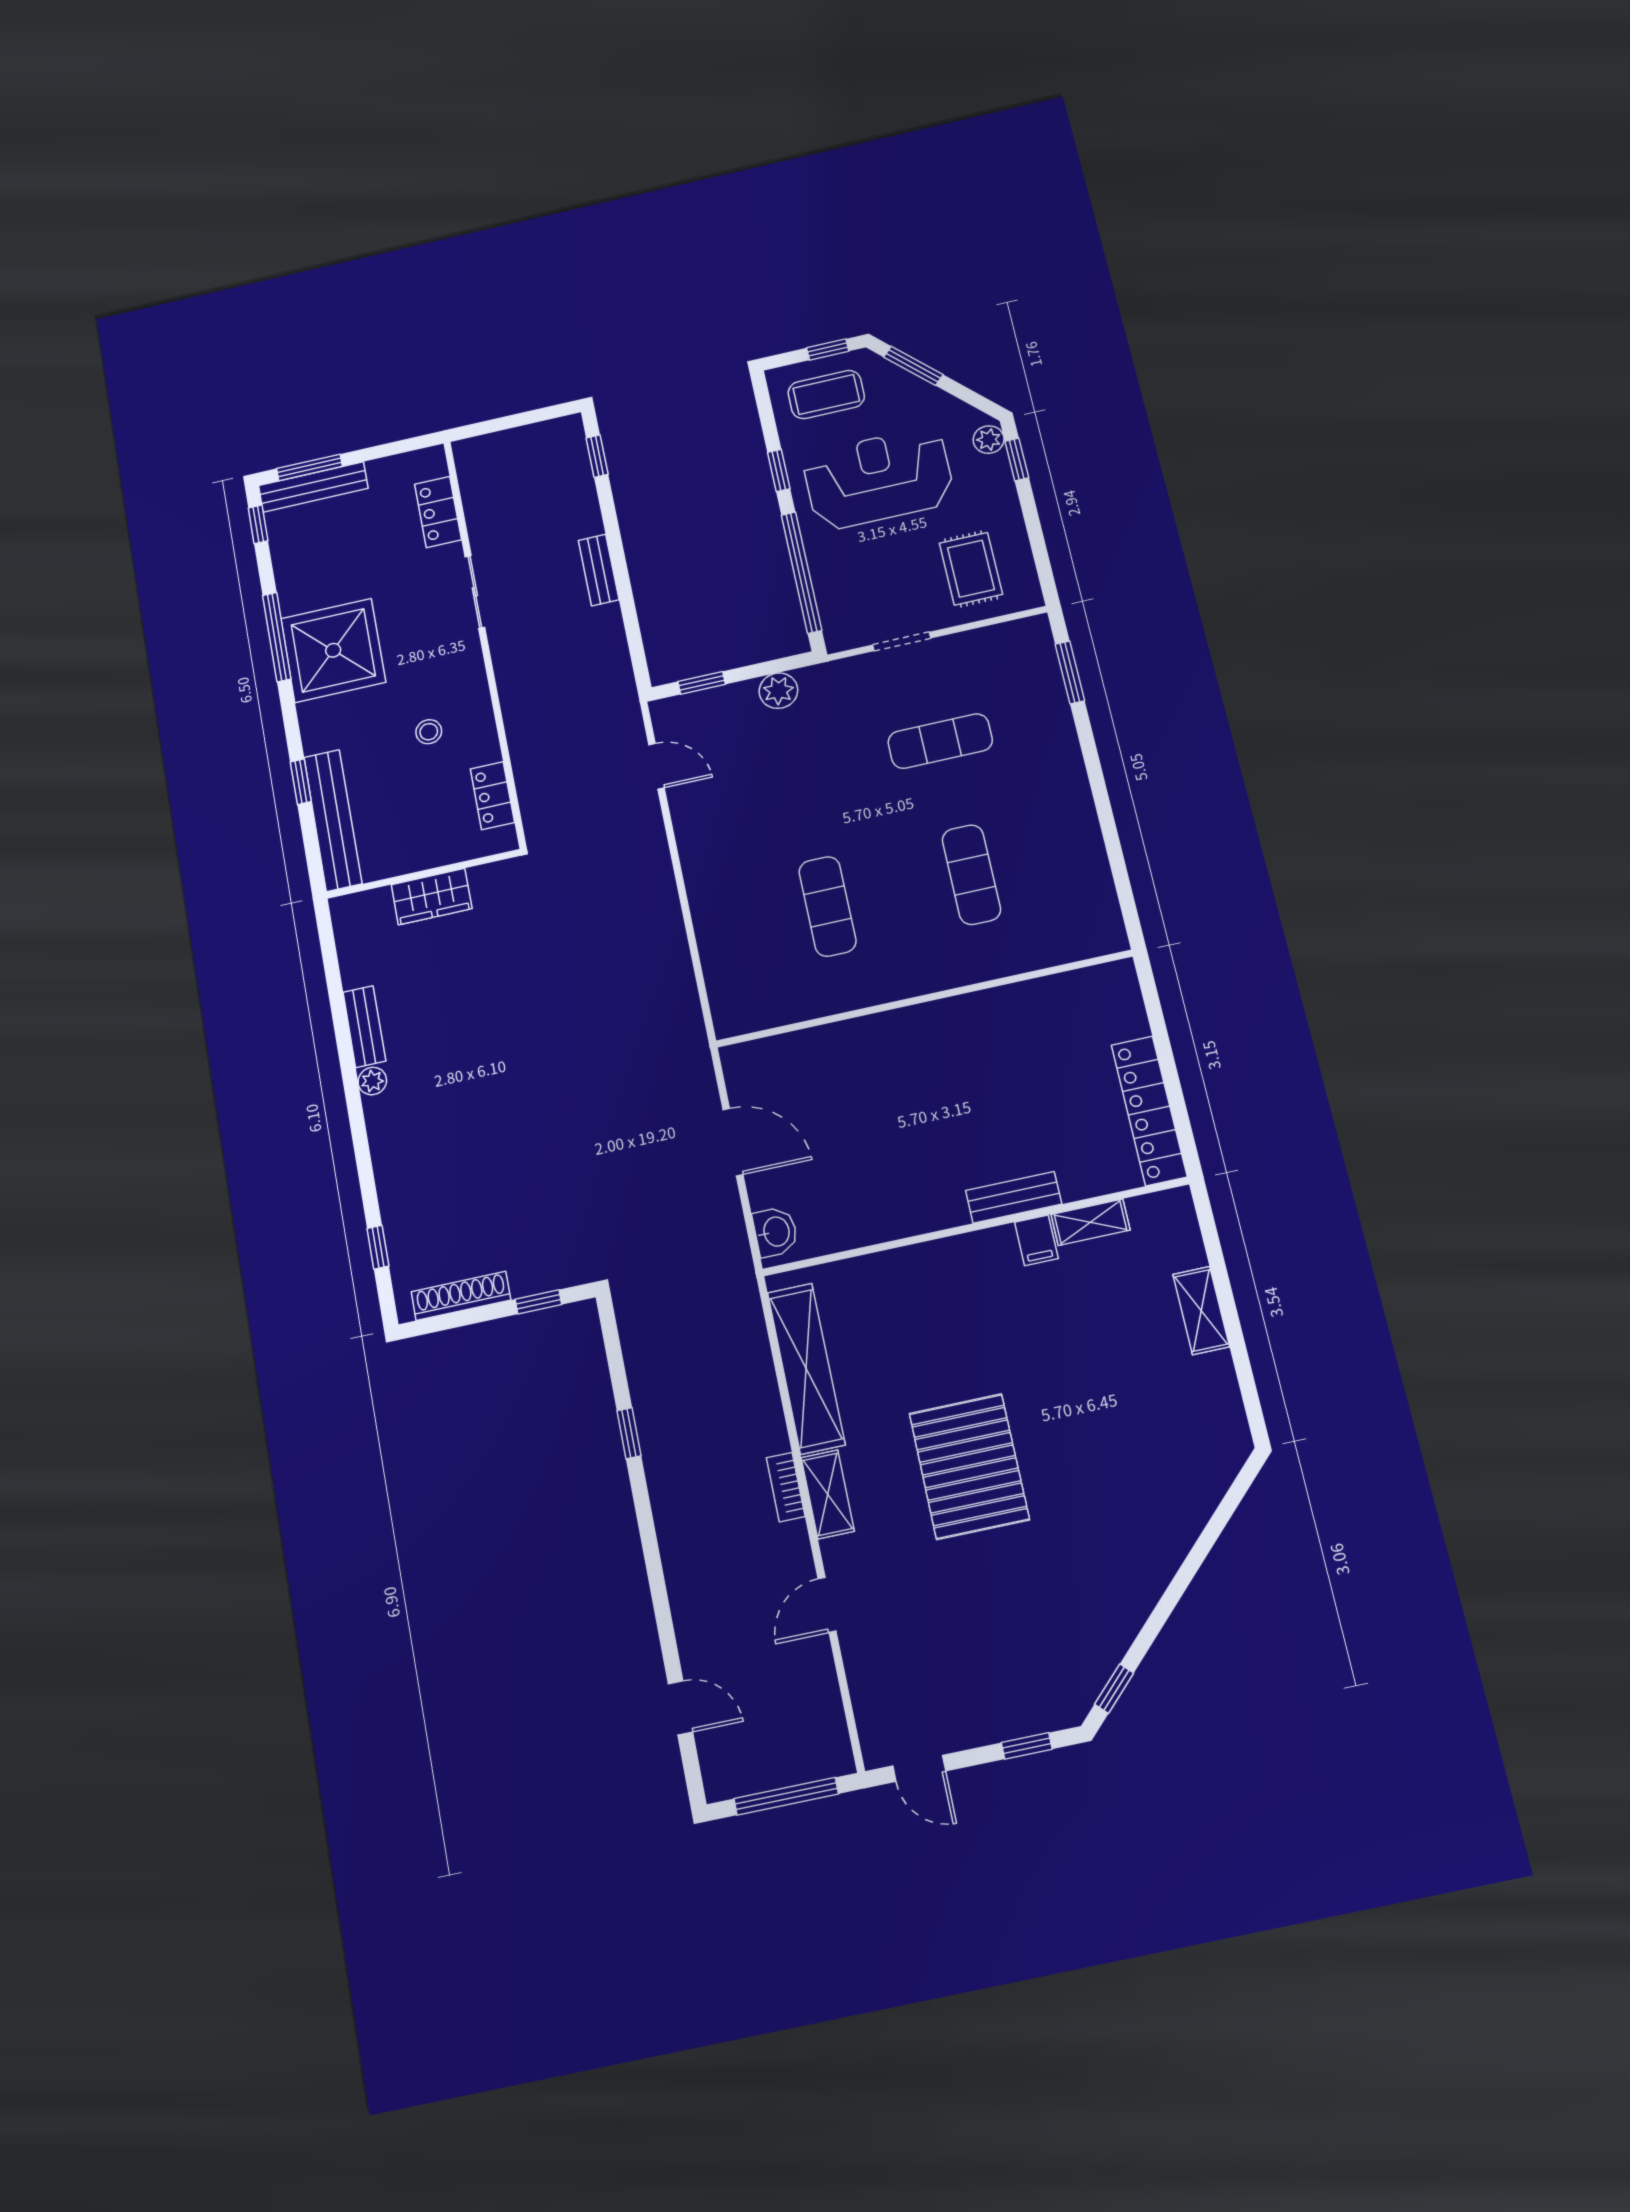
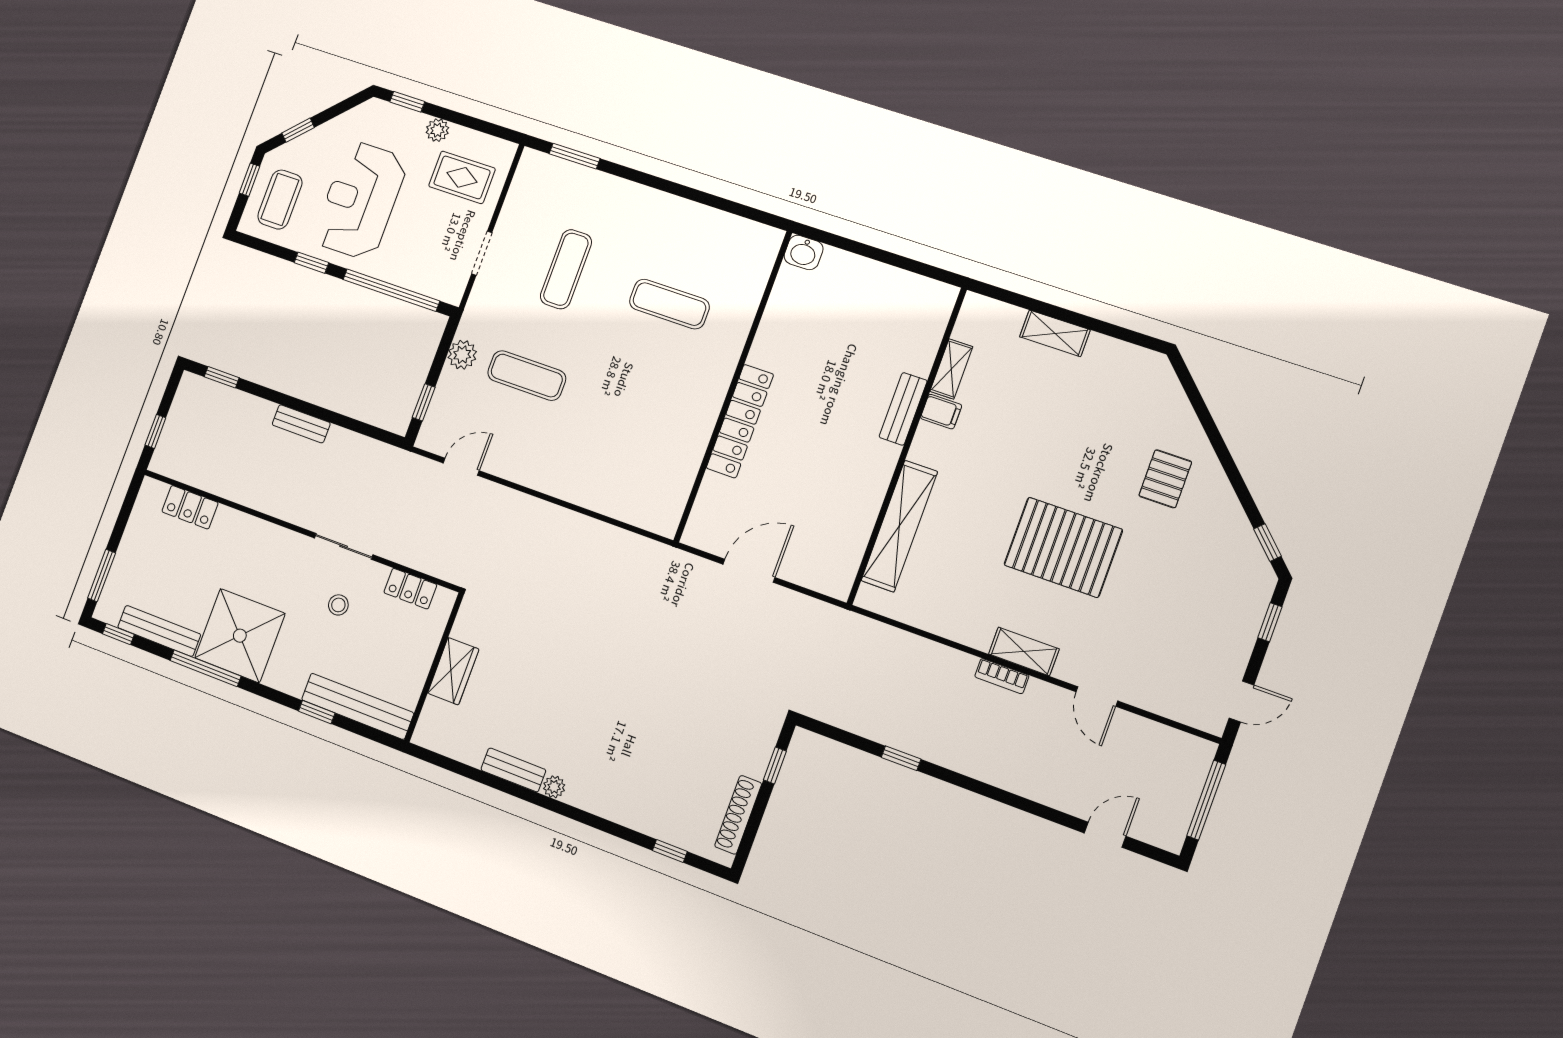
window: (913, 366) -> (298, 130), width x0.67
window: (497, 425) -> (155, 431), added
plant: (989, 440) -> (437, 130), moved
bench: (313, 487) -> (159, 631), moved, turned 90
sliding door: (475, 592) -> (344, 546), moved
exercise mat: (828, 906) -> (527, 376), moved
locker: (1149, 1111) -> (740, 421), moved, turned -90
washbasin: (775, 1232) -> (804, 252), moved, turned 180
shelving: (806, 1368) -> (899, 526), moved, turned 90
pallet: (1115, 1532) -> (1165, 479), added

